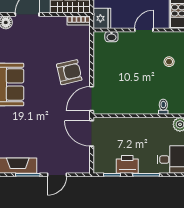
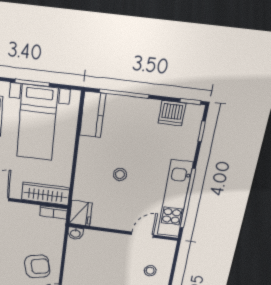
door: (144, 30) -> (142, 235), moved
washbasin: (111, 37) -> (75, 233), moved

